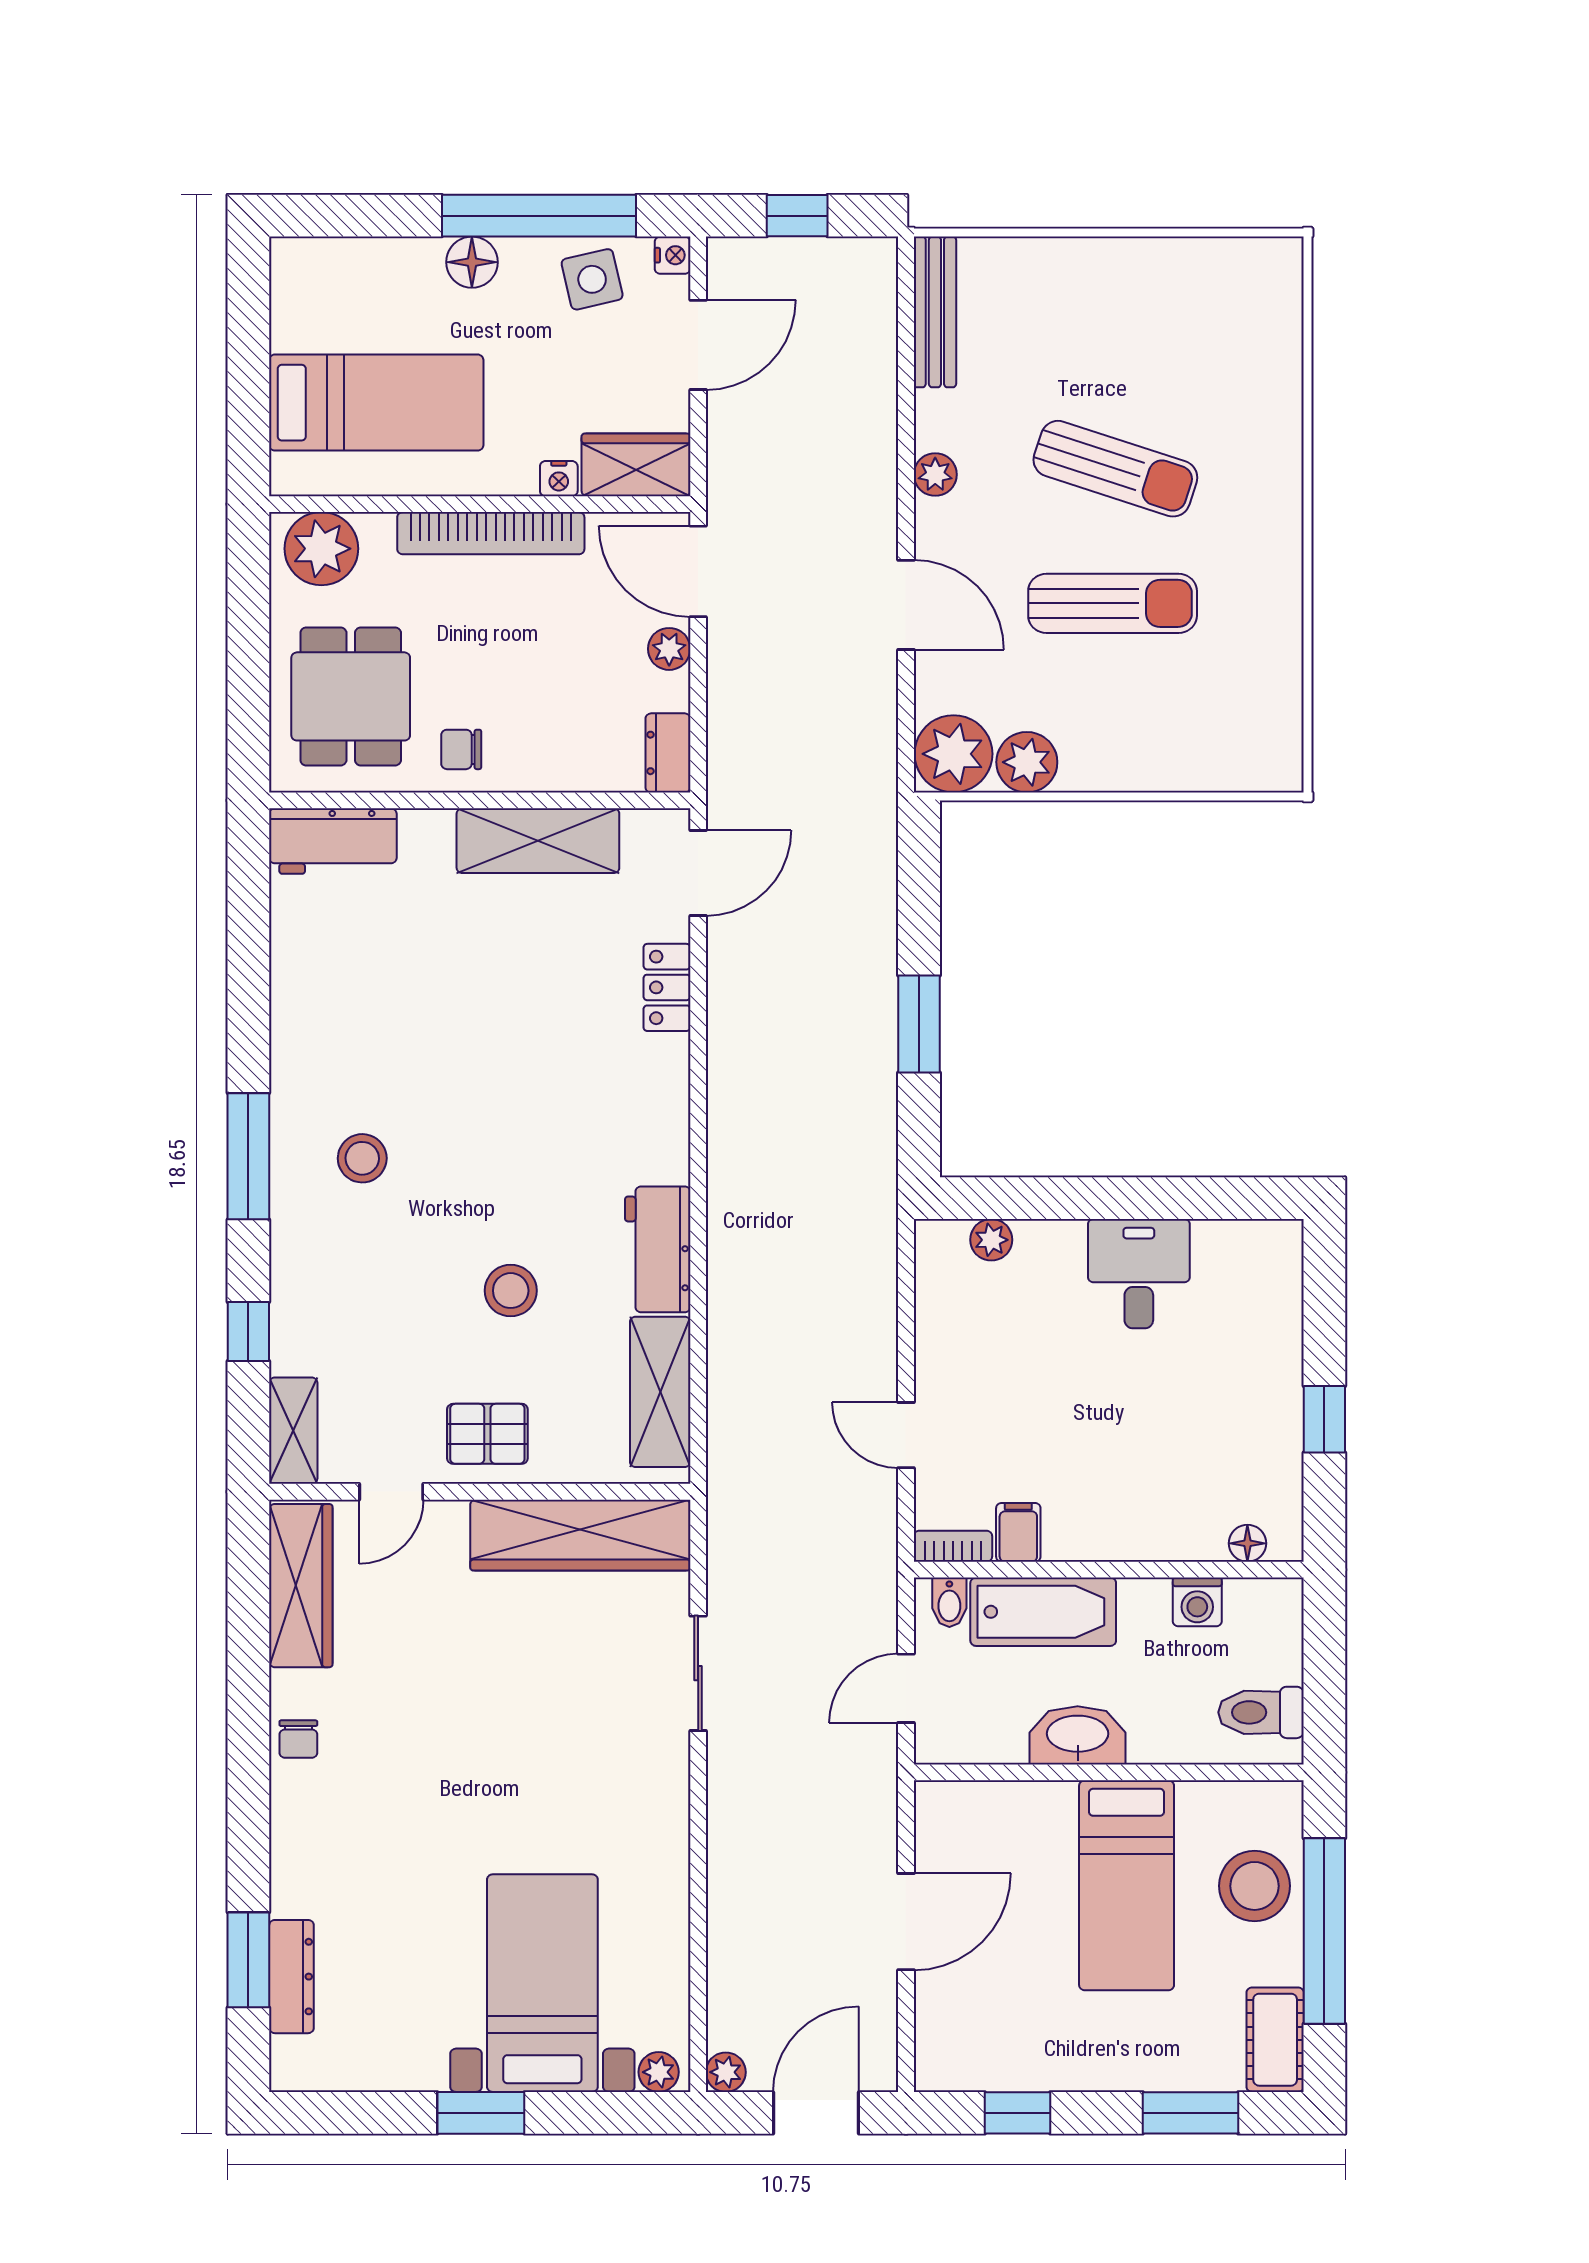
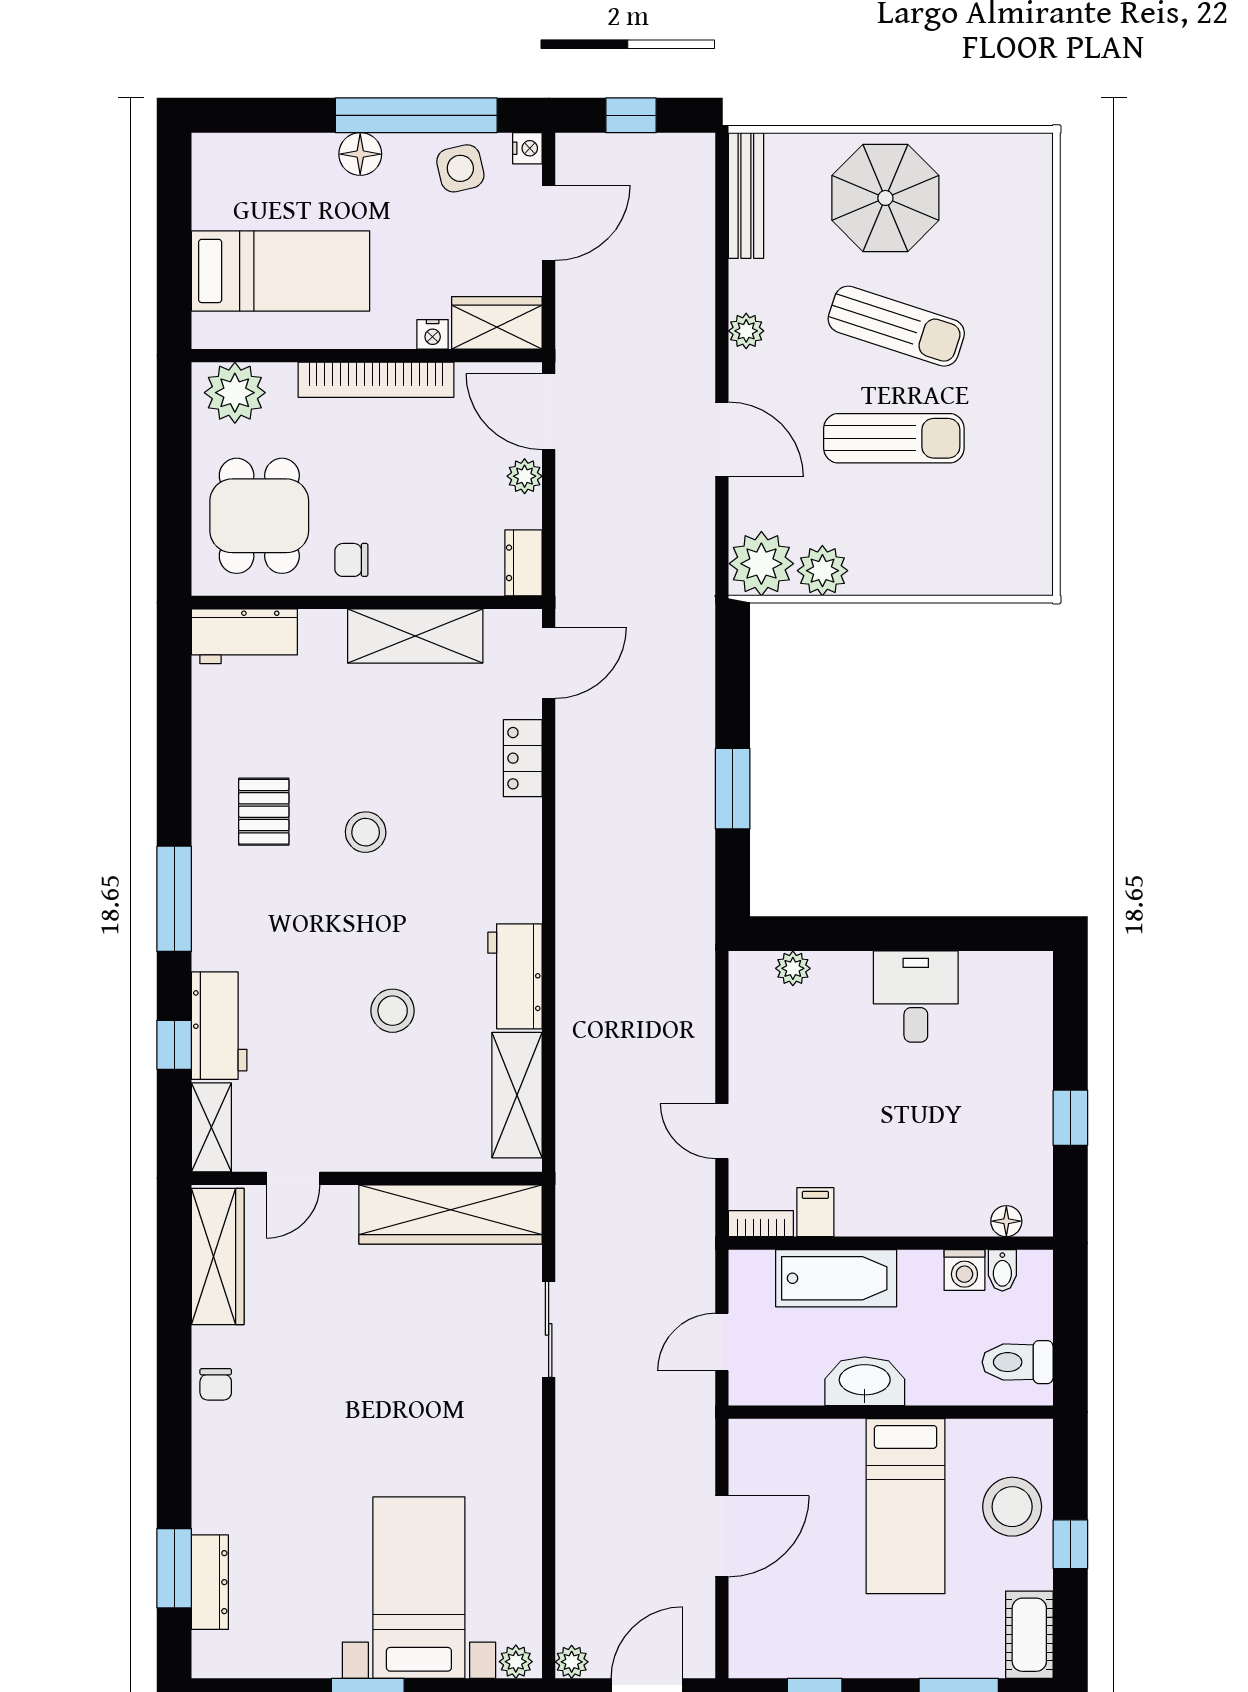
parasol: (1102, 315) -> (885, 198), added
stool: (362, 1158) -> (366, 832), moved
workbench: (303, 1309) -> (219, 1026), added
pallet: (487, 1434) -> (264, 812), moved, turned 90
bidet: (949, 1602) -> (1002, 1270), moved
window: (1324, 1931) -> (1070, 1544), width x0.32

